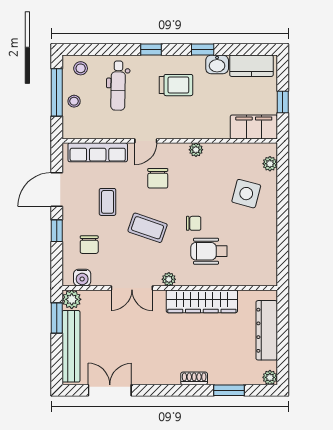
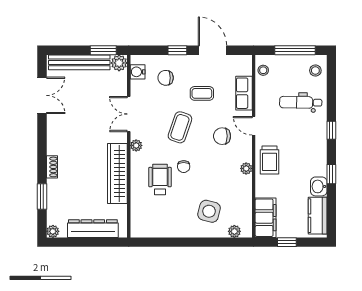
trolley: (176, 85) -> (269, 160), moved
stool: (74, 101) -> (263, 70), moved
row of seats: (98, 152) -> (244, 93), width x0.68

